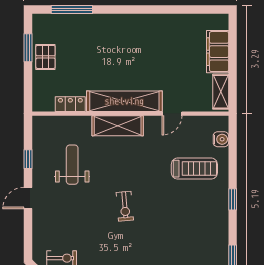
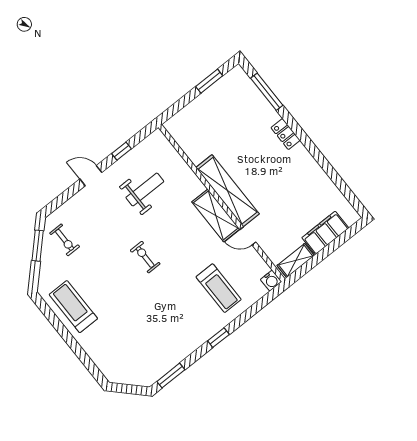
pallet: (45, 57) -> (213, 101), removed
locker: (70, 104) -> (286, 134), moved, turned 180
shelving: (118, 126) -> (216, 215), moved
water cooler: (221, 139) -> (271, 281), moved
exercise bike: (125, 206) -> (145, 257), turned 95

